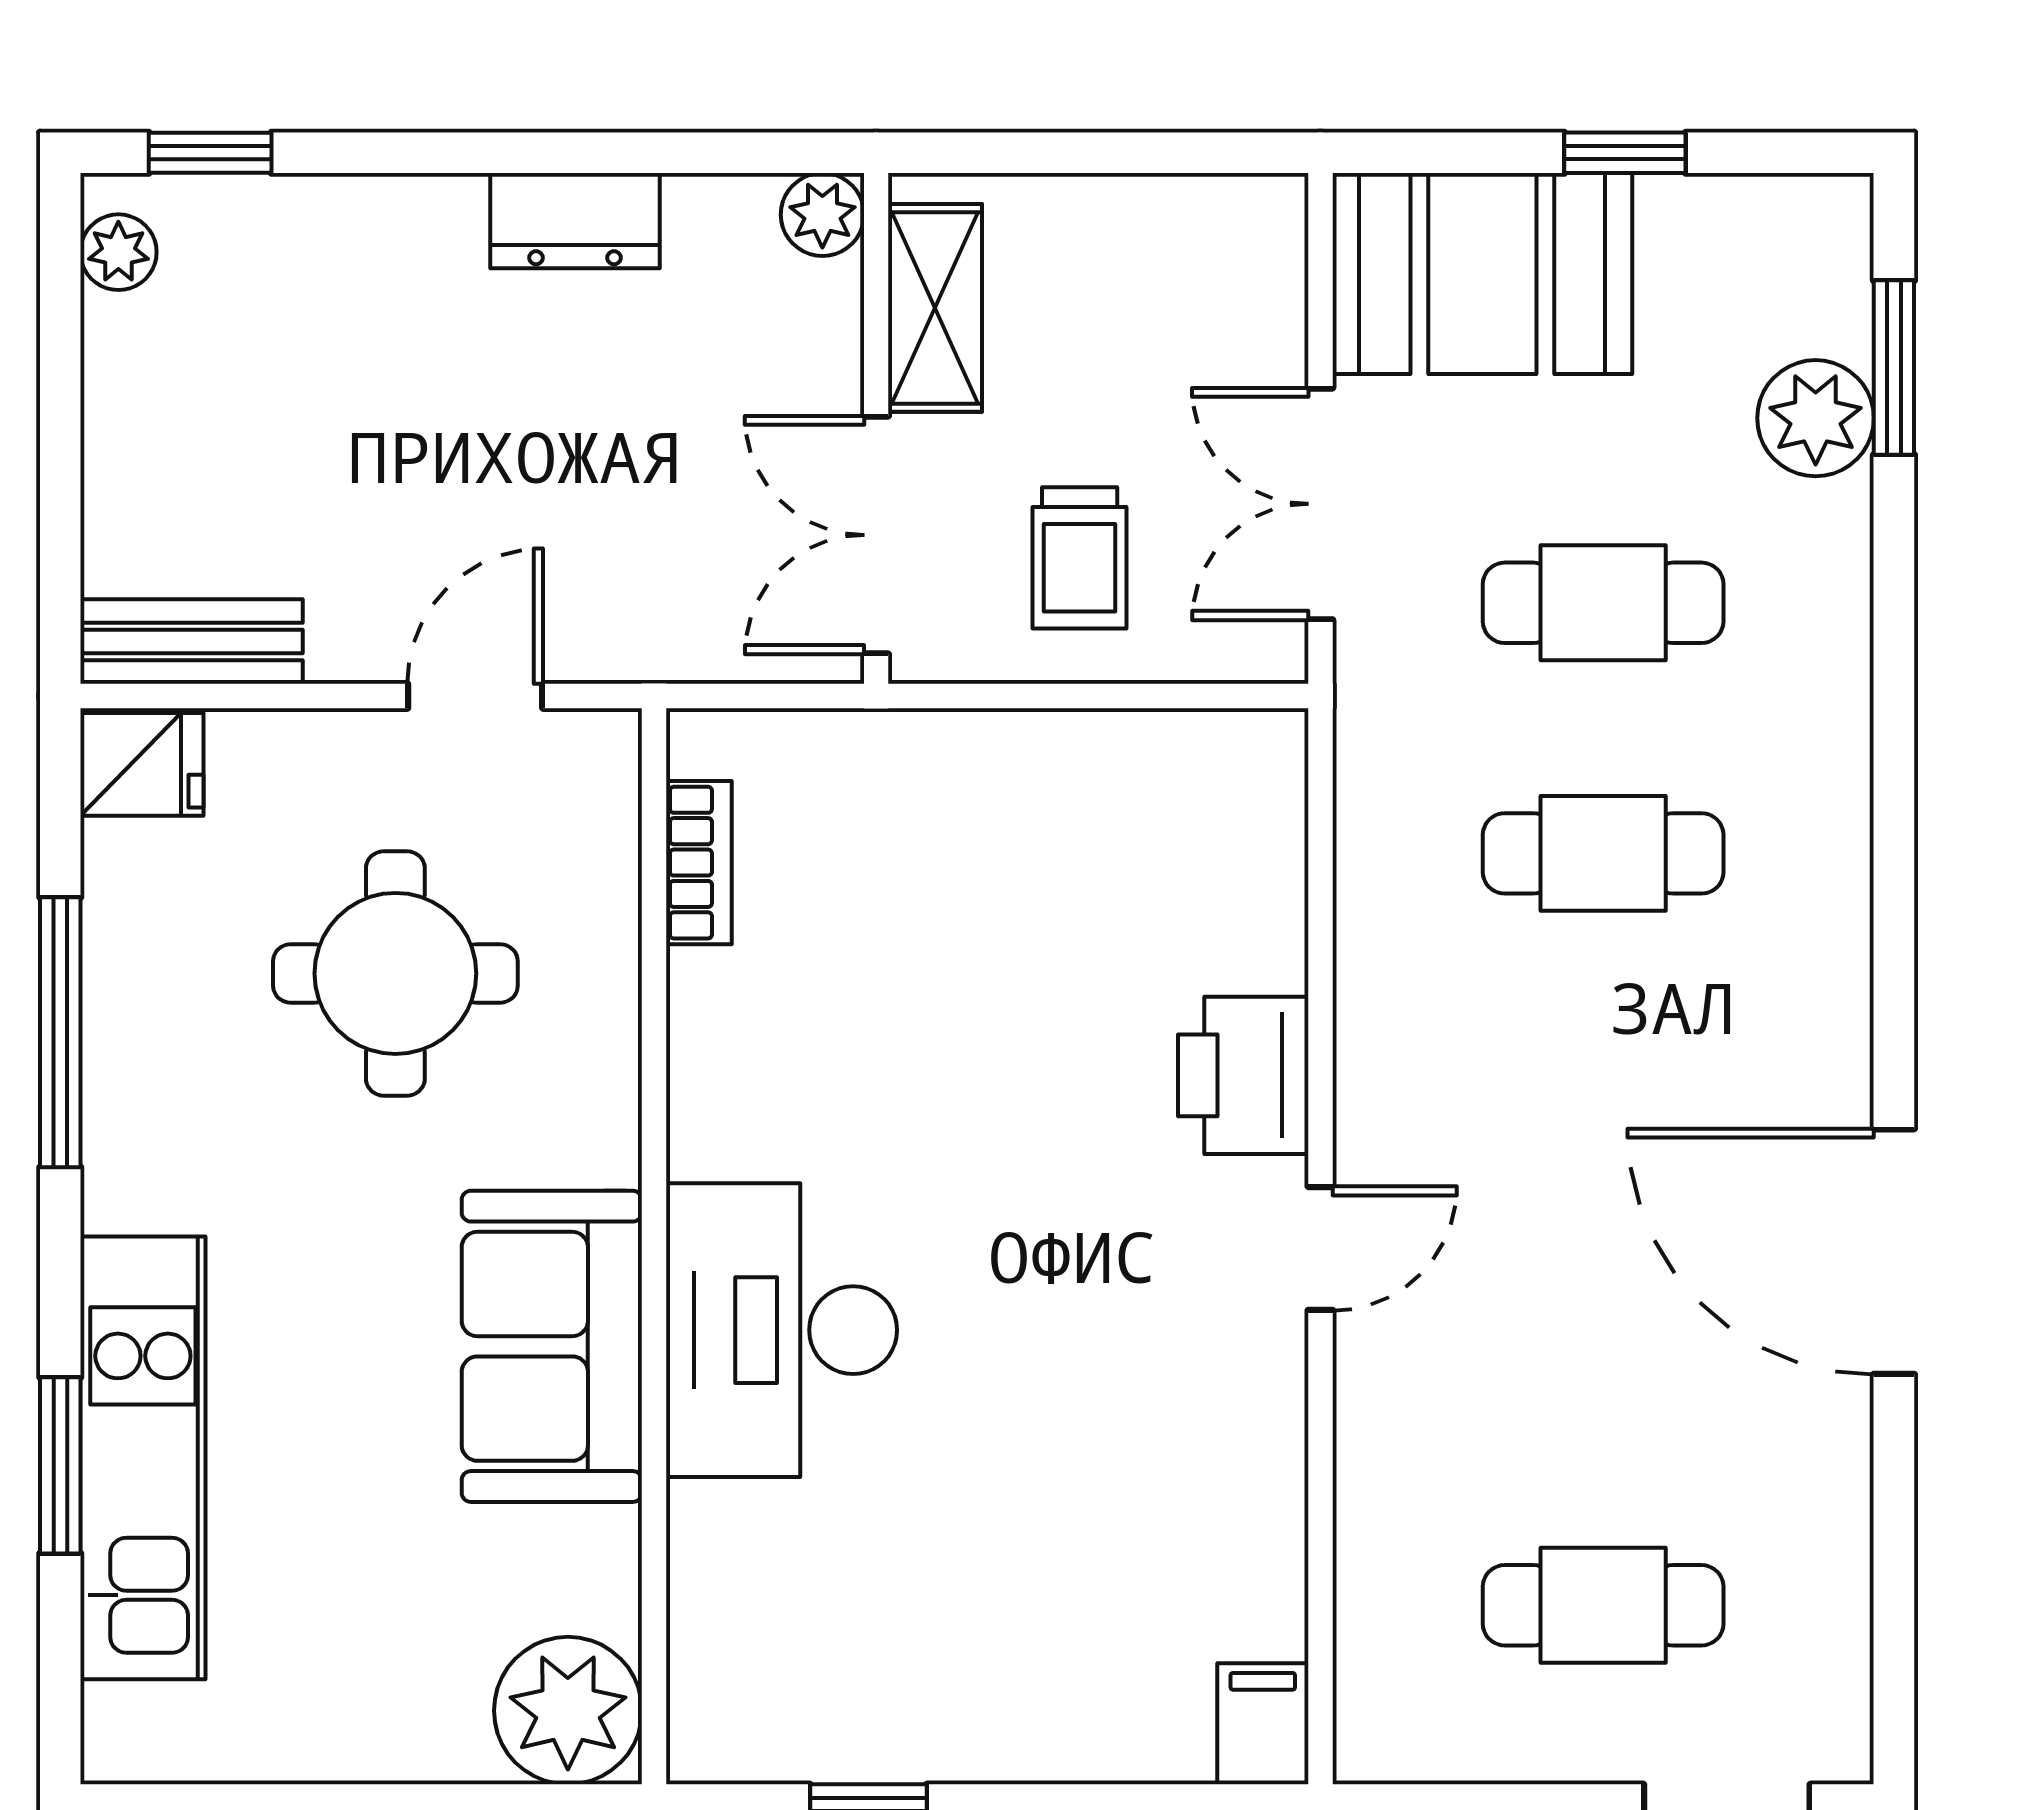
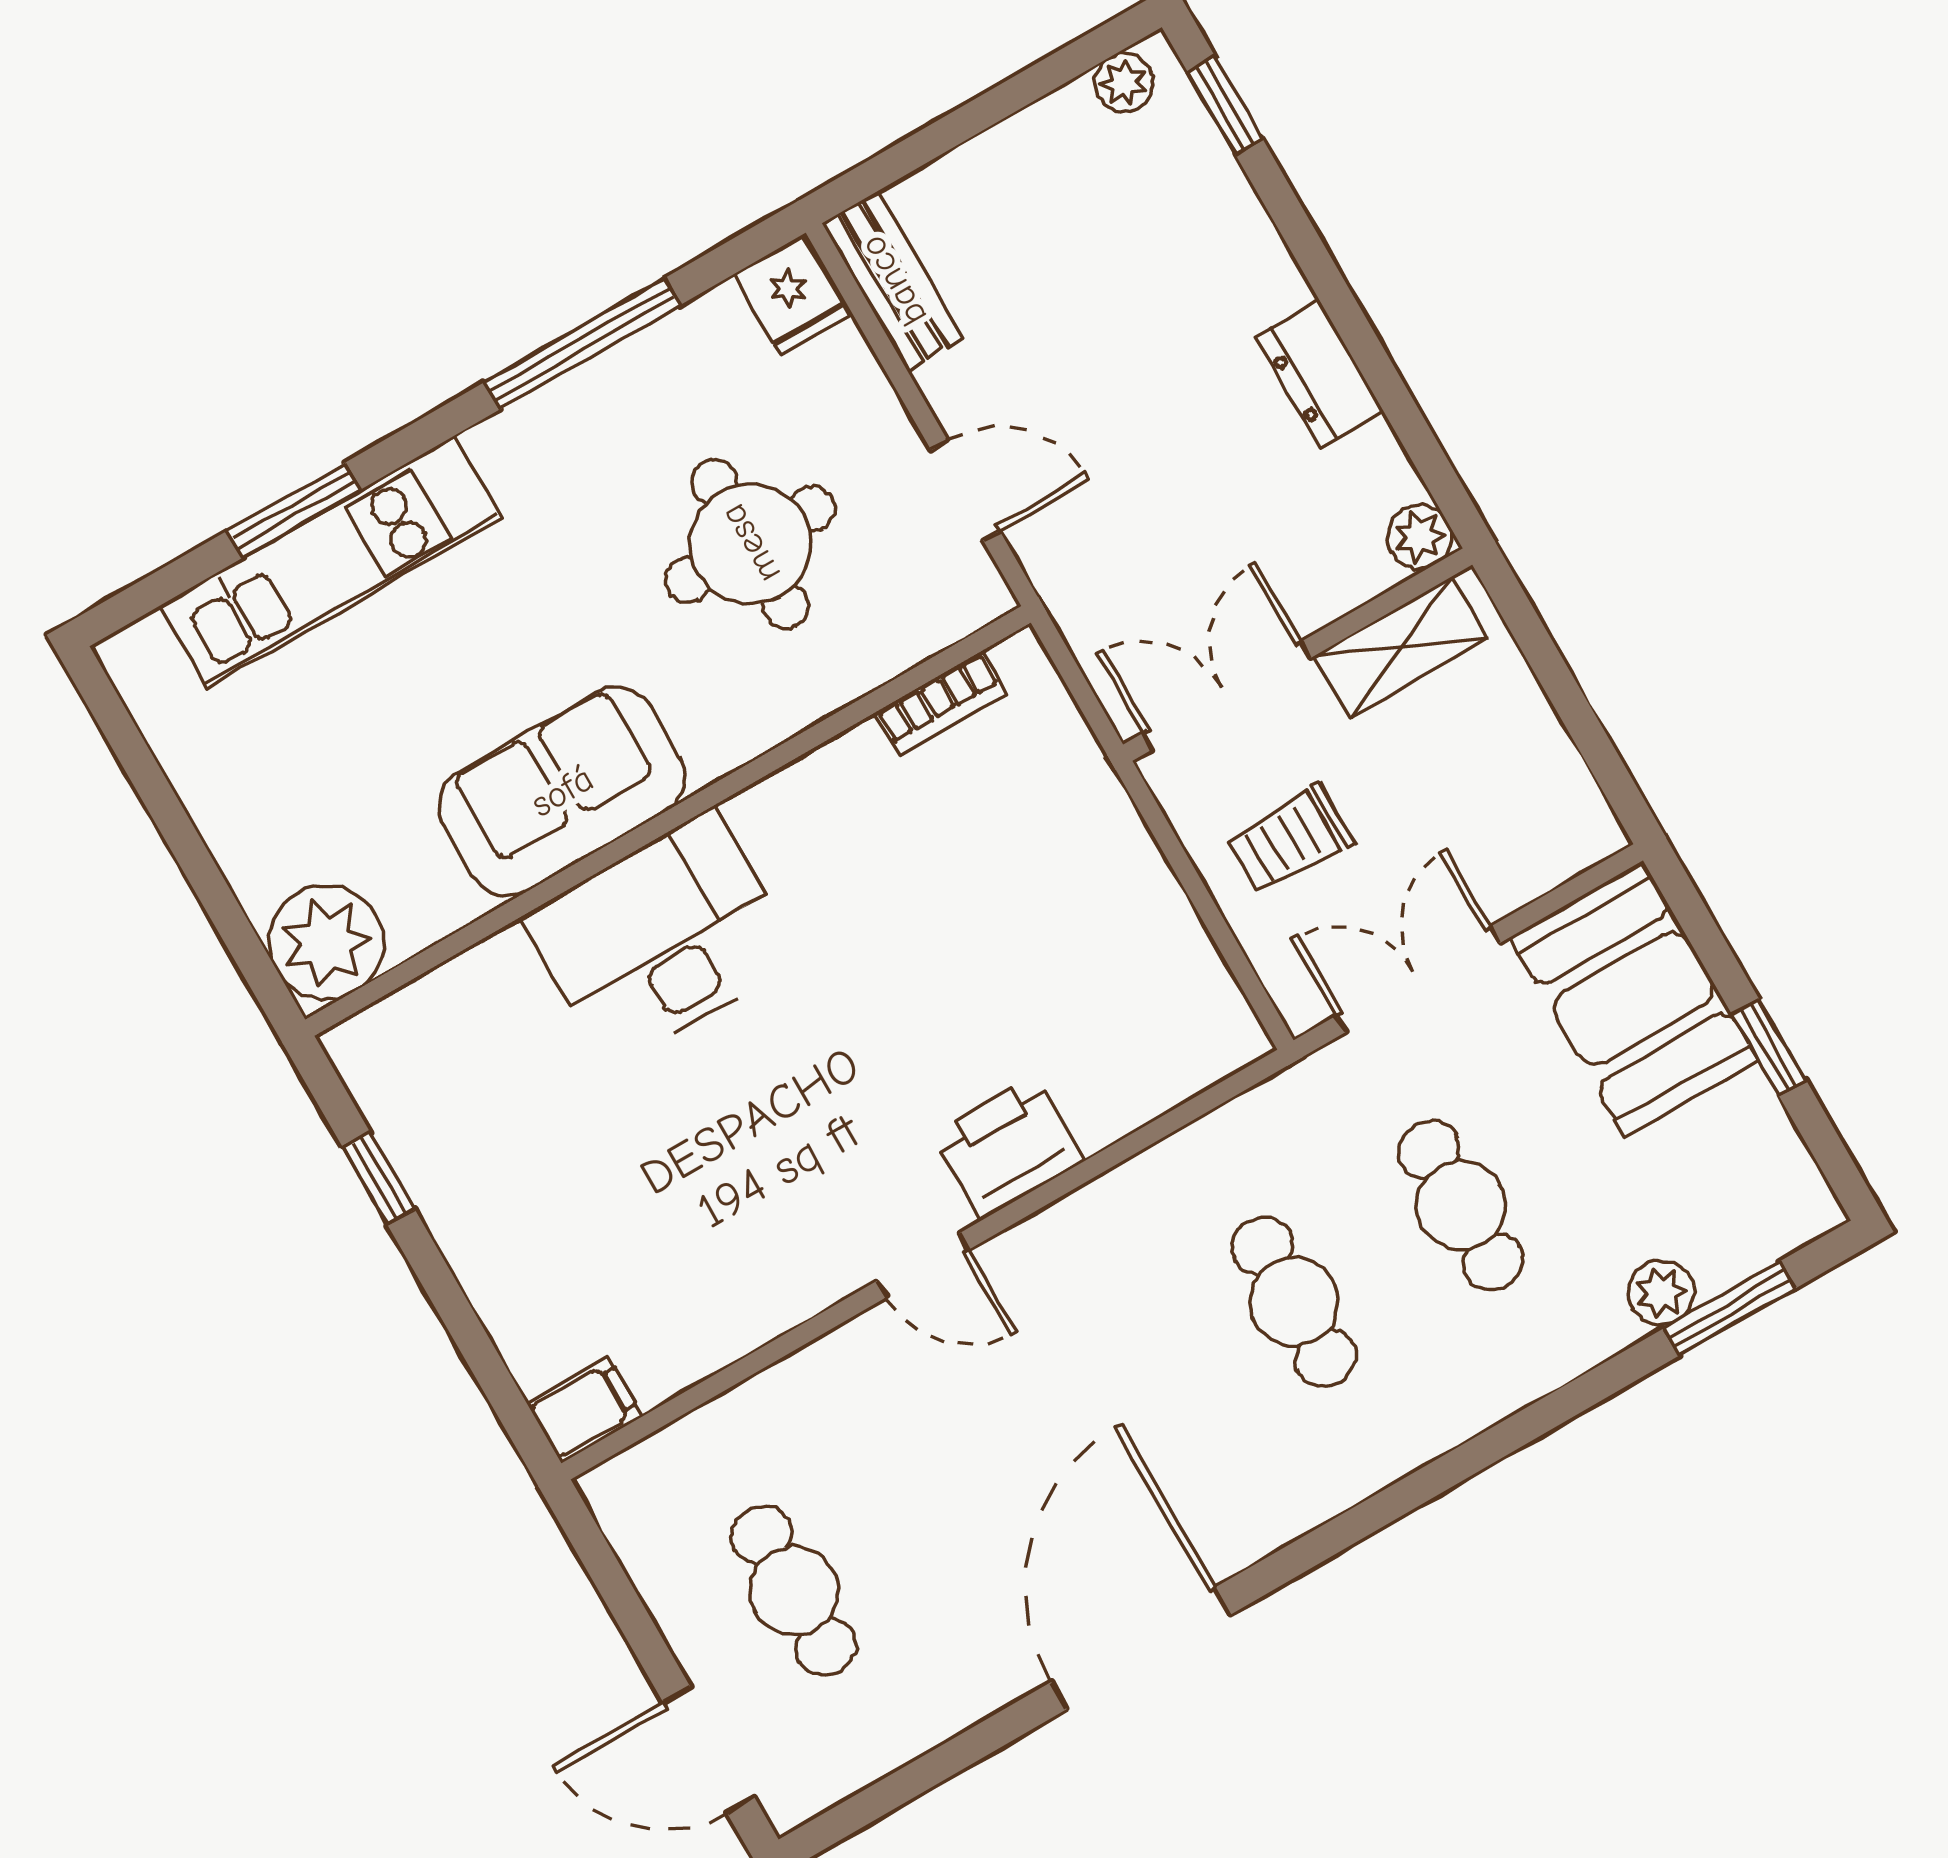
plant: (1816, 418) -> (1661, 1293), width x0.73, depth x0.73

